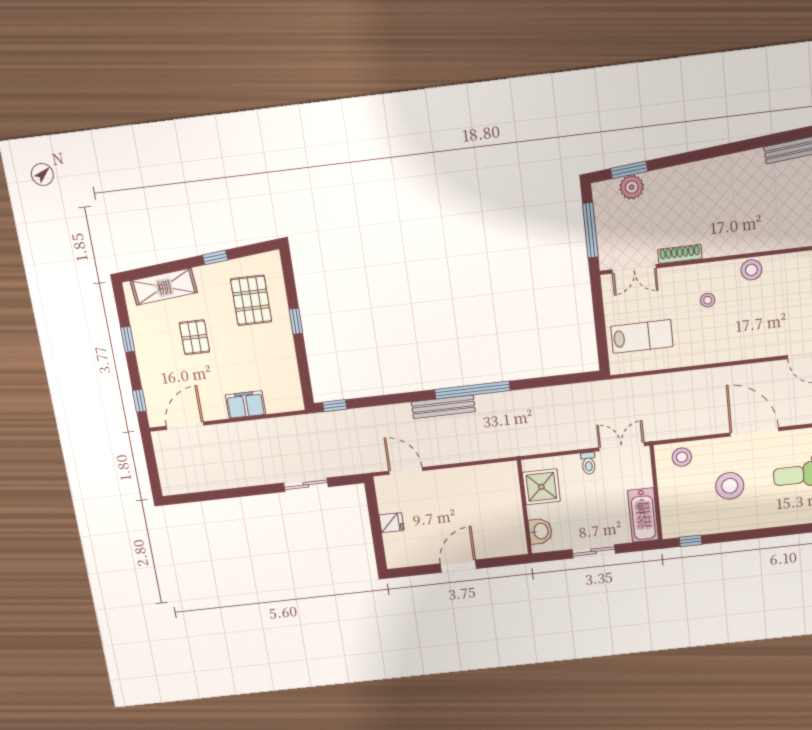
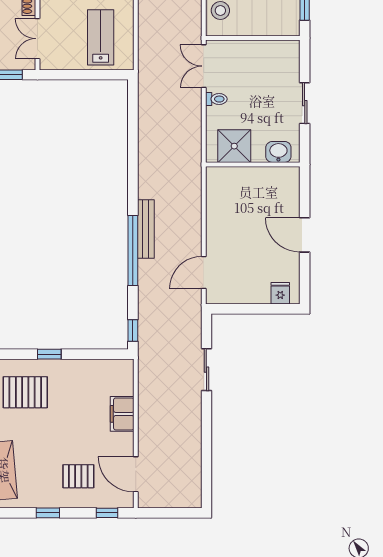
double door: (634, 269) -> (37, 39), swing flipped
pallet: (194, 337) -> (78, 476), moved
window: (472, 390) -> (133, 250), moved
bathtub: (643, 515) -> (274, 52), removed
fridge: (392, 523) -> (280, 293), moved

